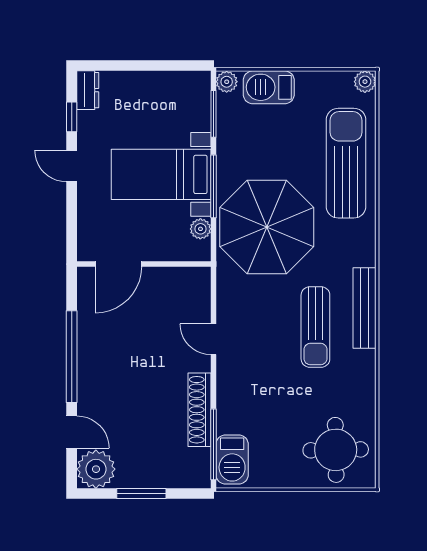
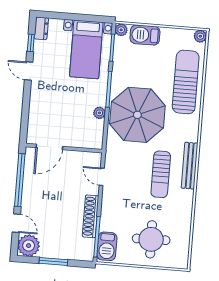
bed with nightstands: (161, 174) -> (86, 49), moved, turned -90
door: (118, 264) -> (49, 147), moved
wall: (144, 264) -> (64, 148), moved
round table: (336, 450) -> (151, 239), moved

